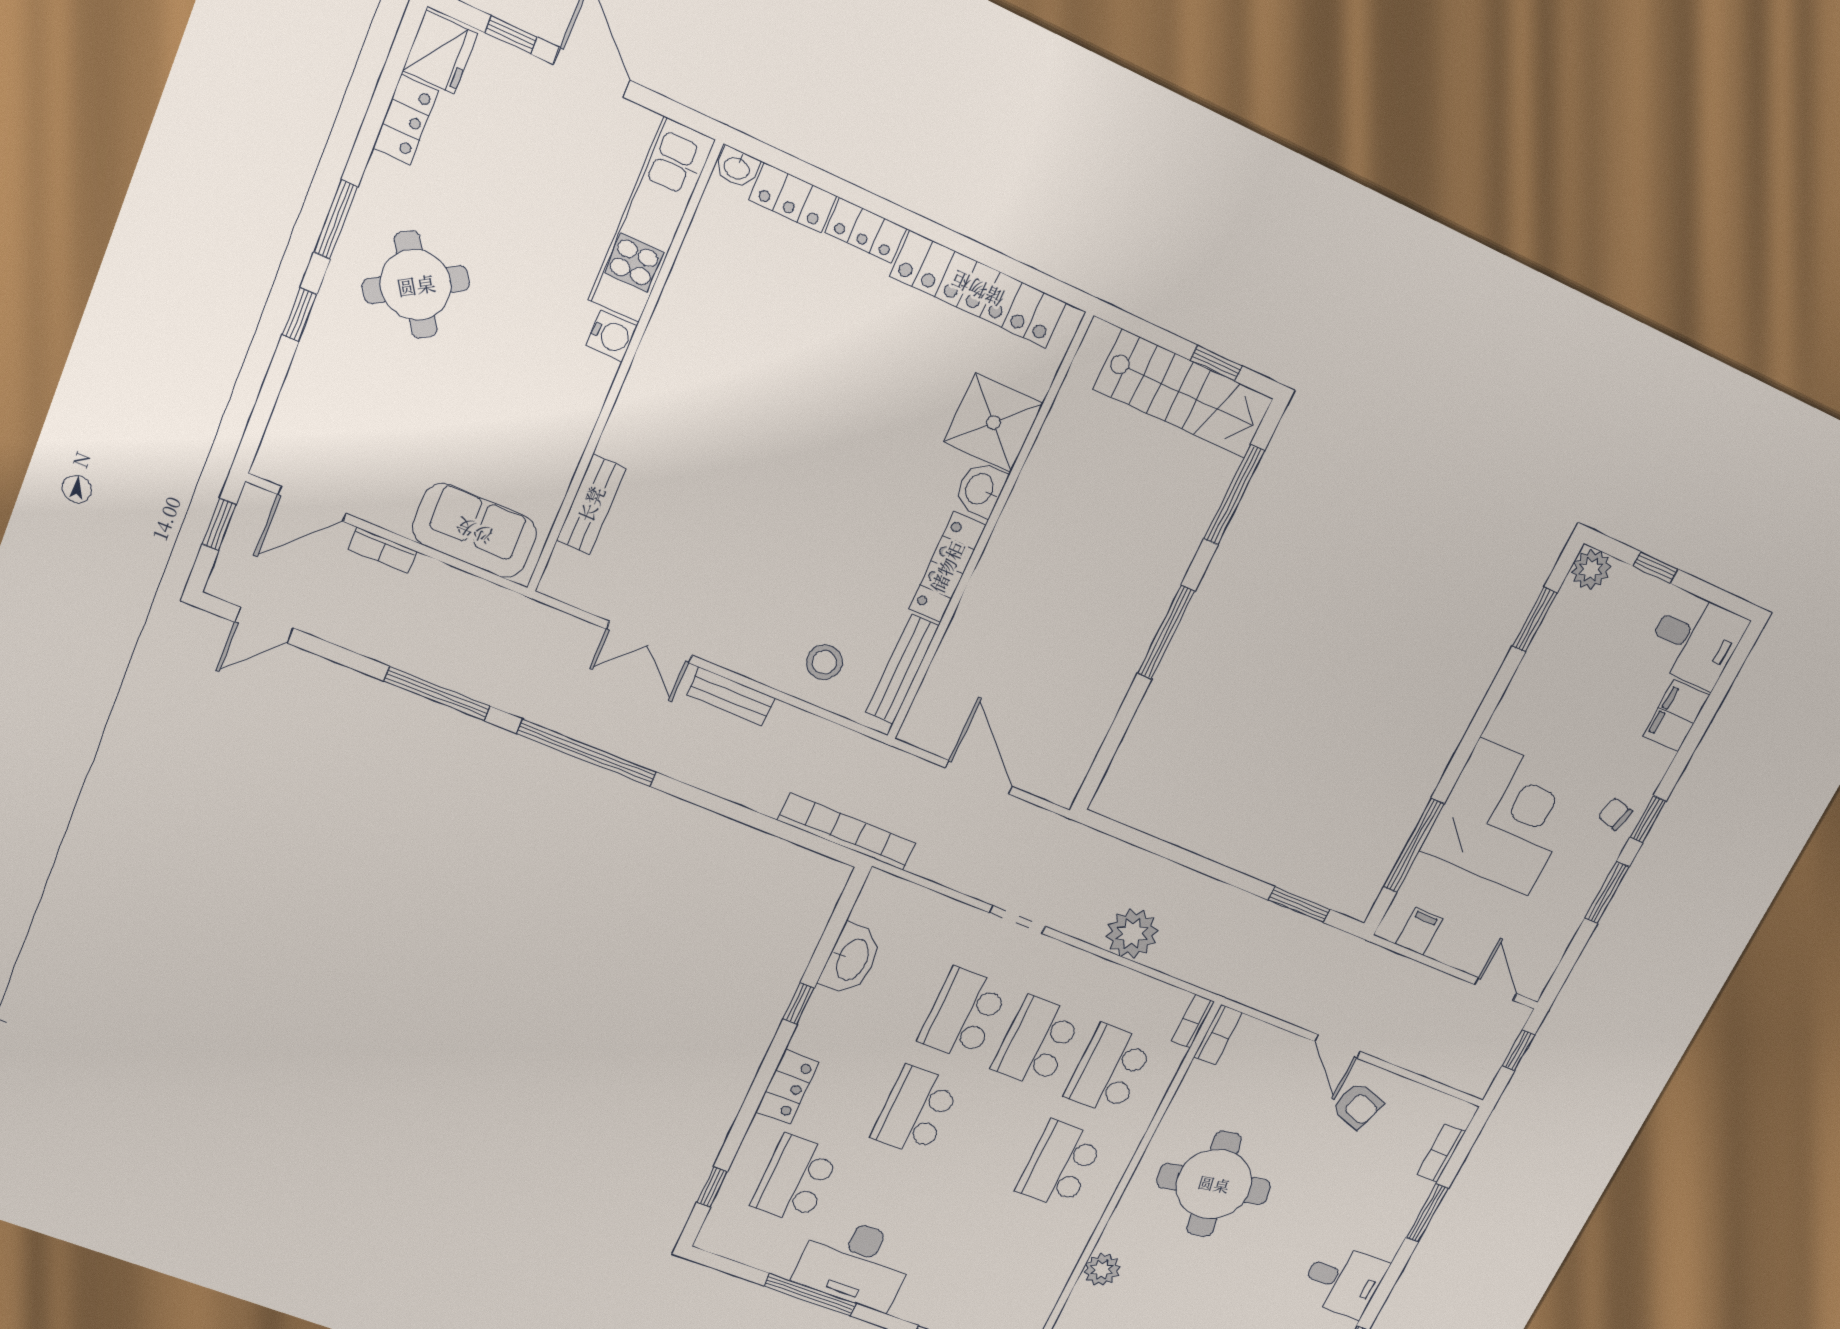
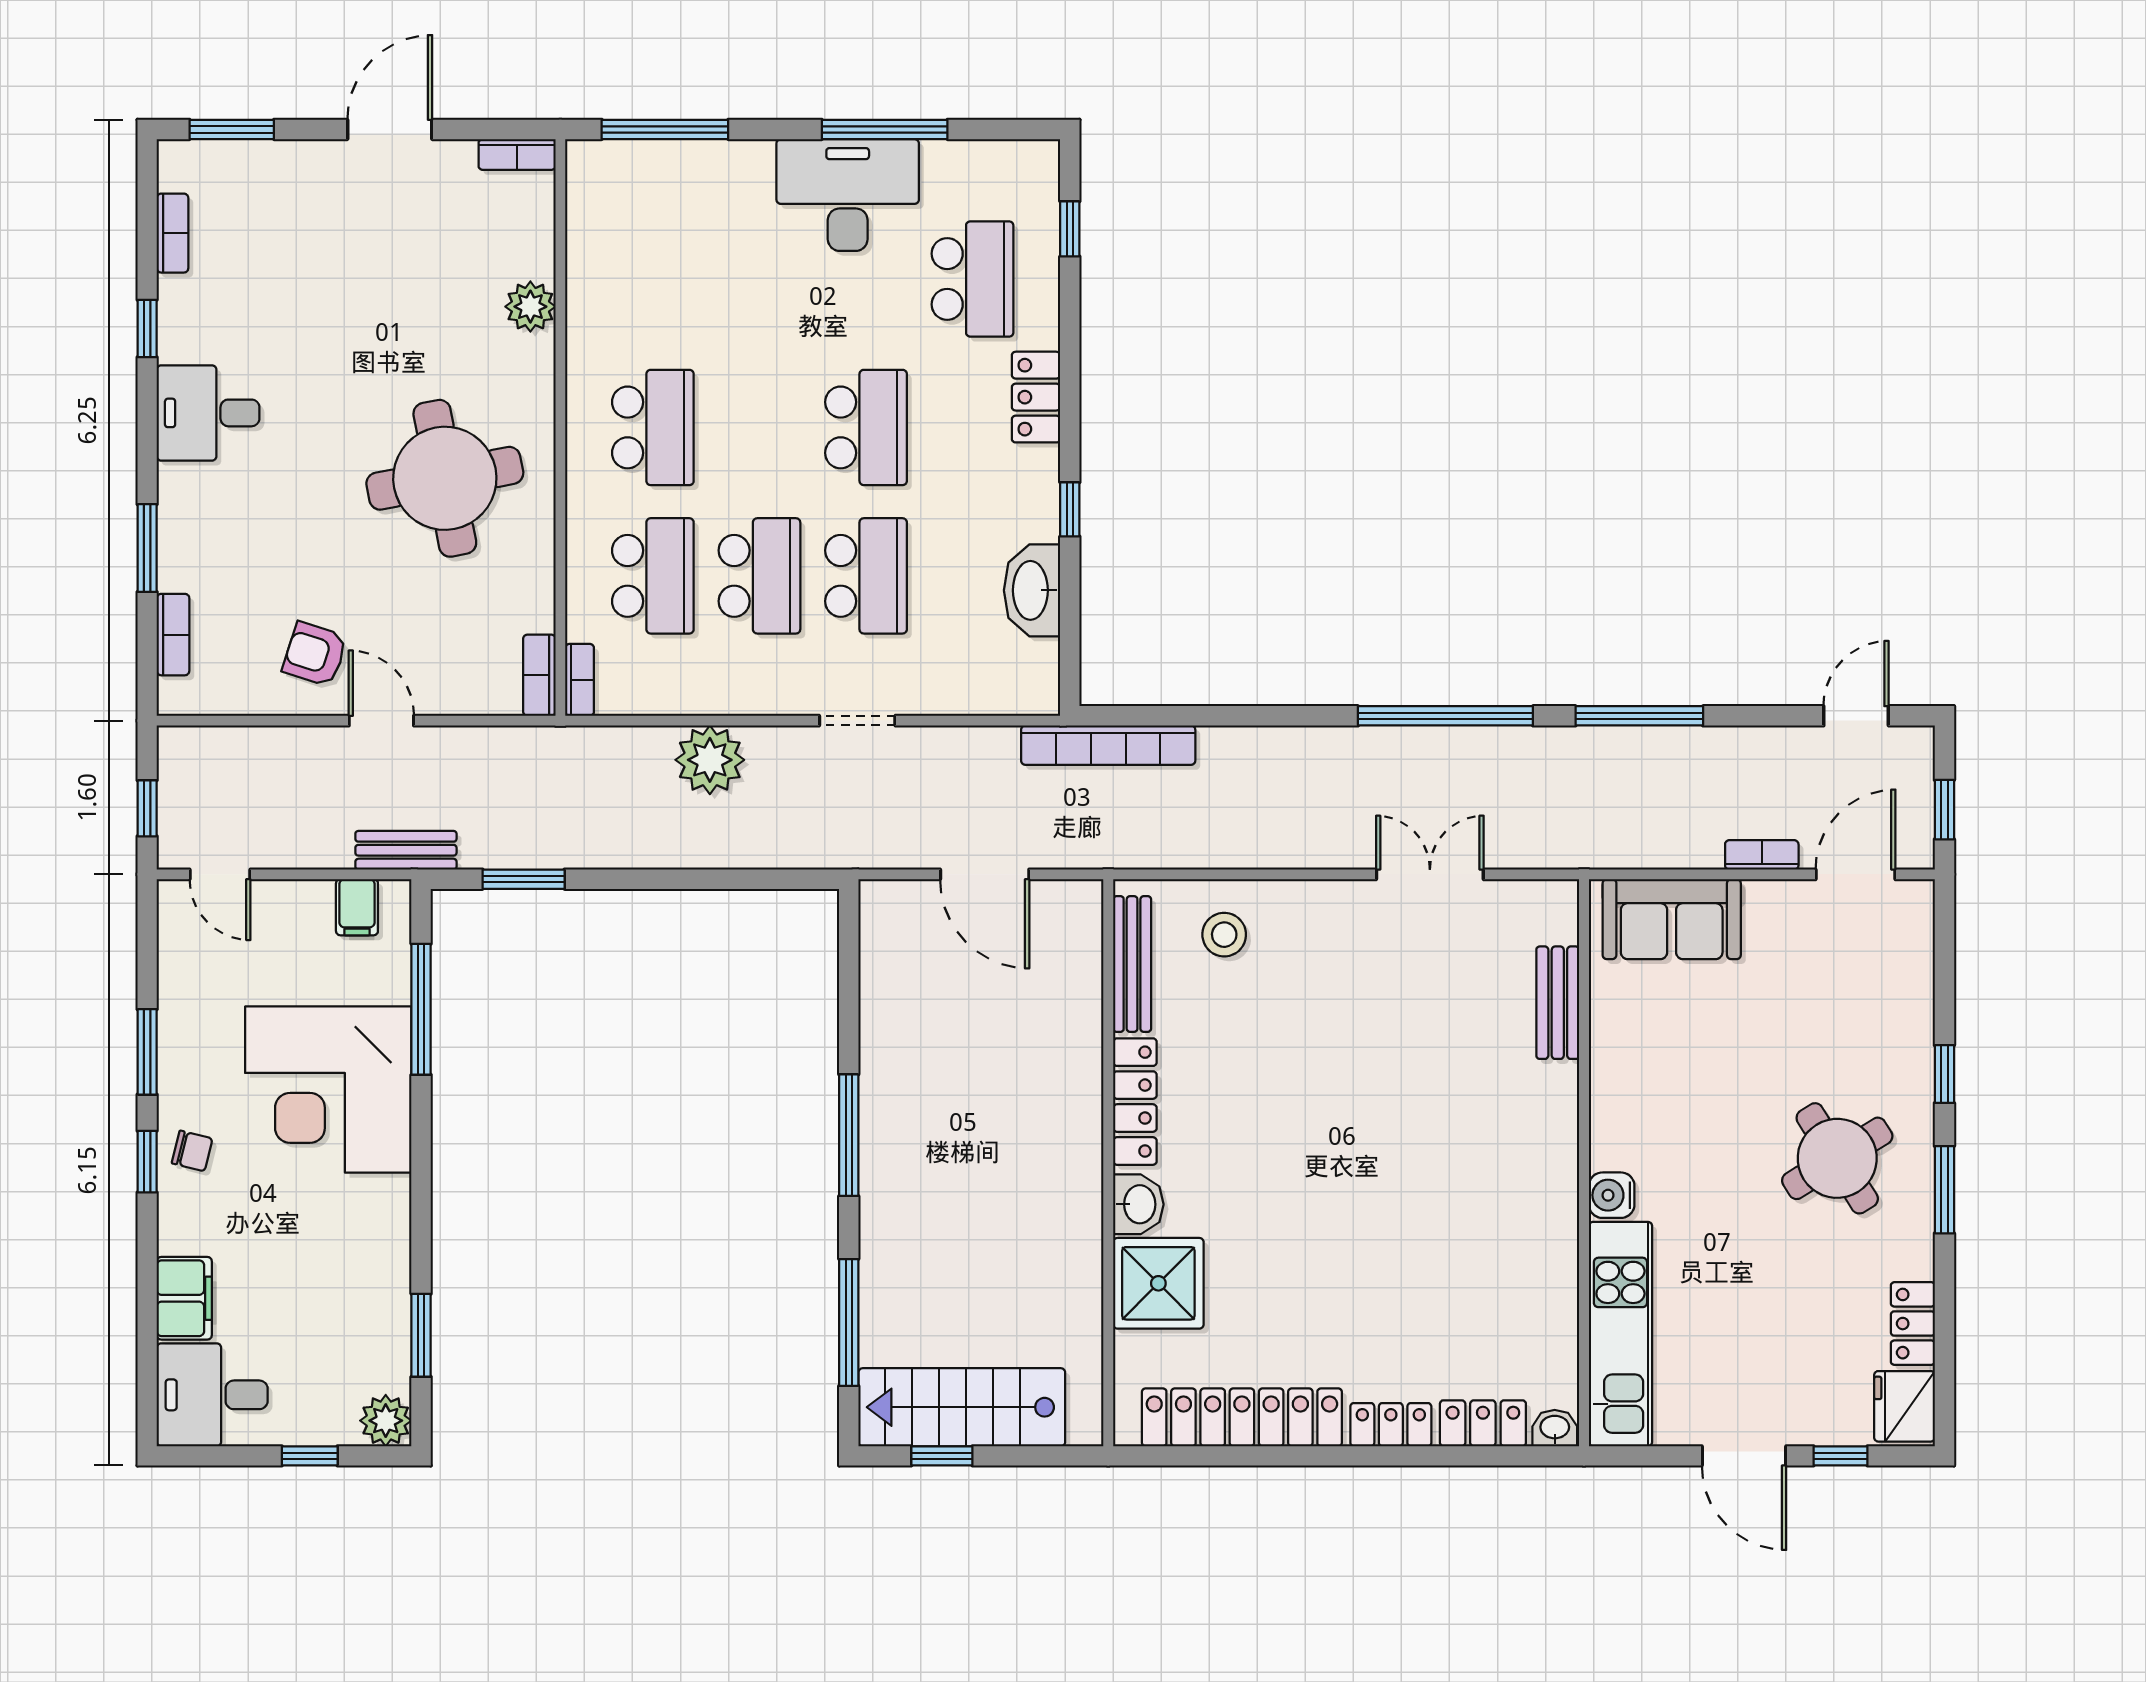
bench: (731, 696) -> (406, 850), moved

